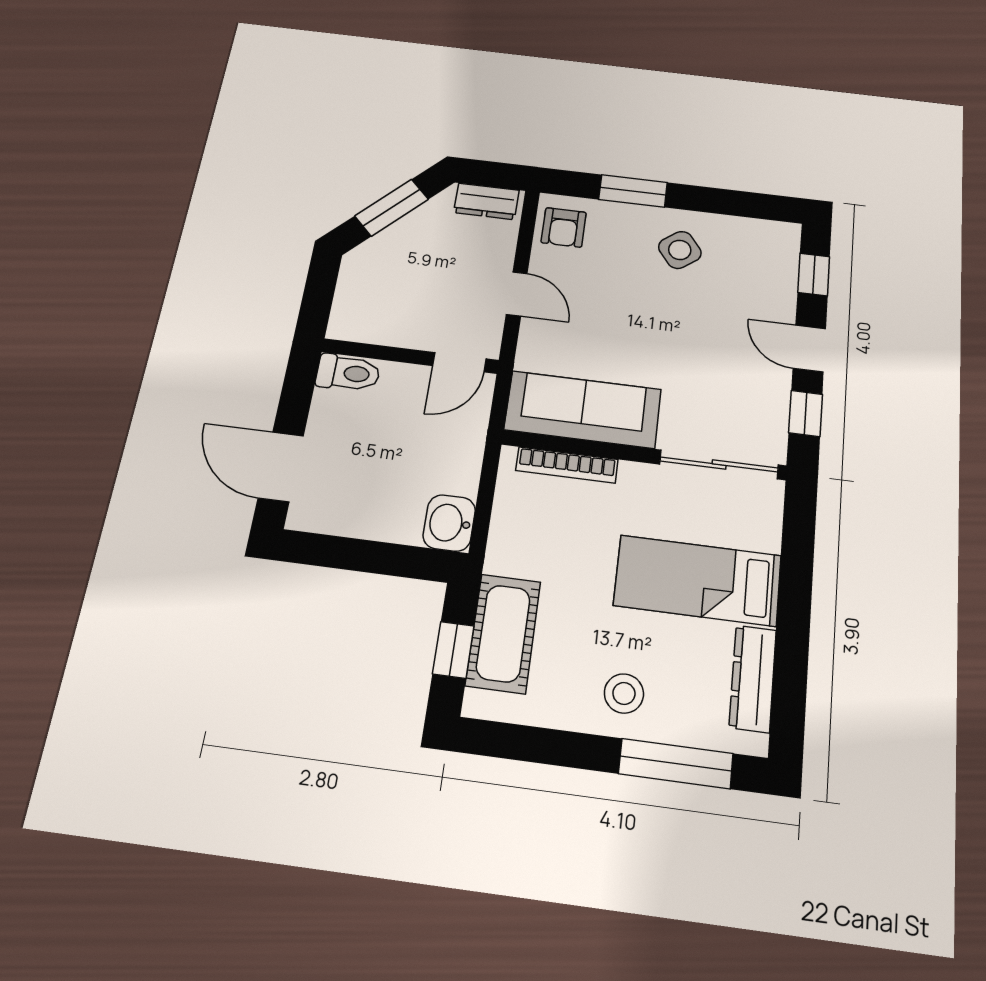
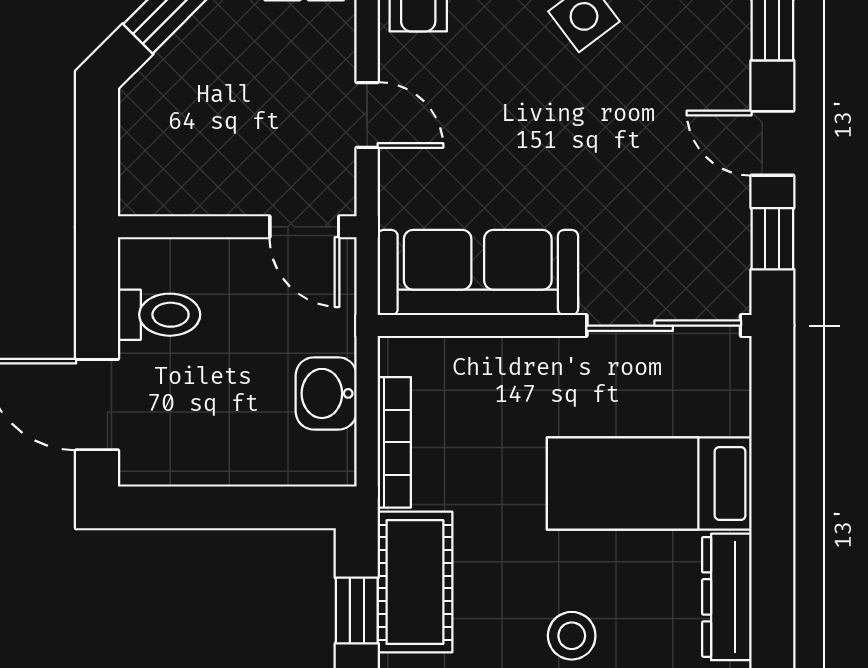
door: (459, 362) -> (304, 227), hinge flipped
toilet: (348, 373) -> (159, 315), moved
bookcase: (567, 465) -> (394, 442), moved, turned -90
washbasin: (449, 523) -> (326, 393), moved

